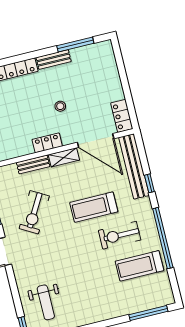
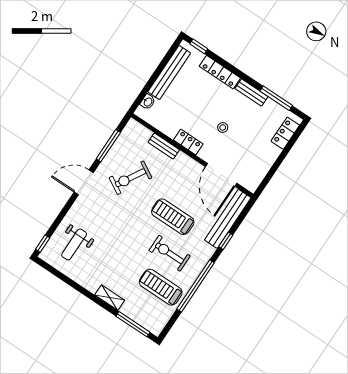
locker: (122, 116) -> (285, 133), moved
shelving: (64, 157) -> (110, 298), moved

